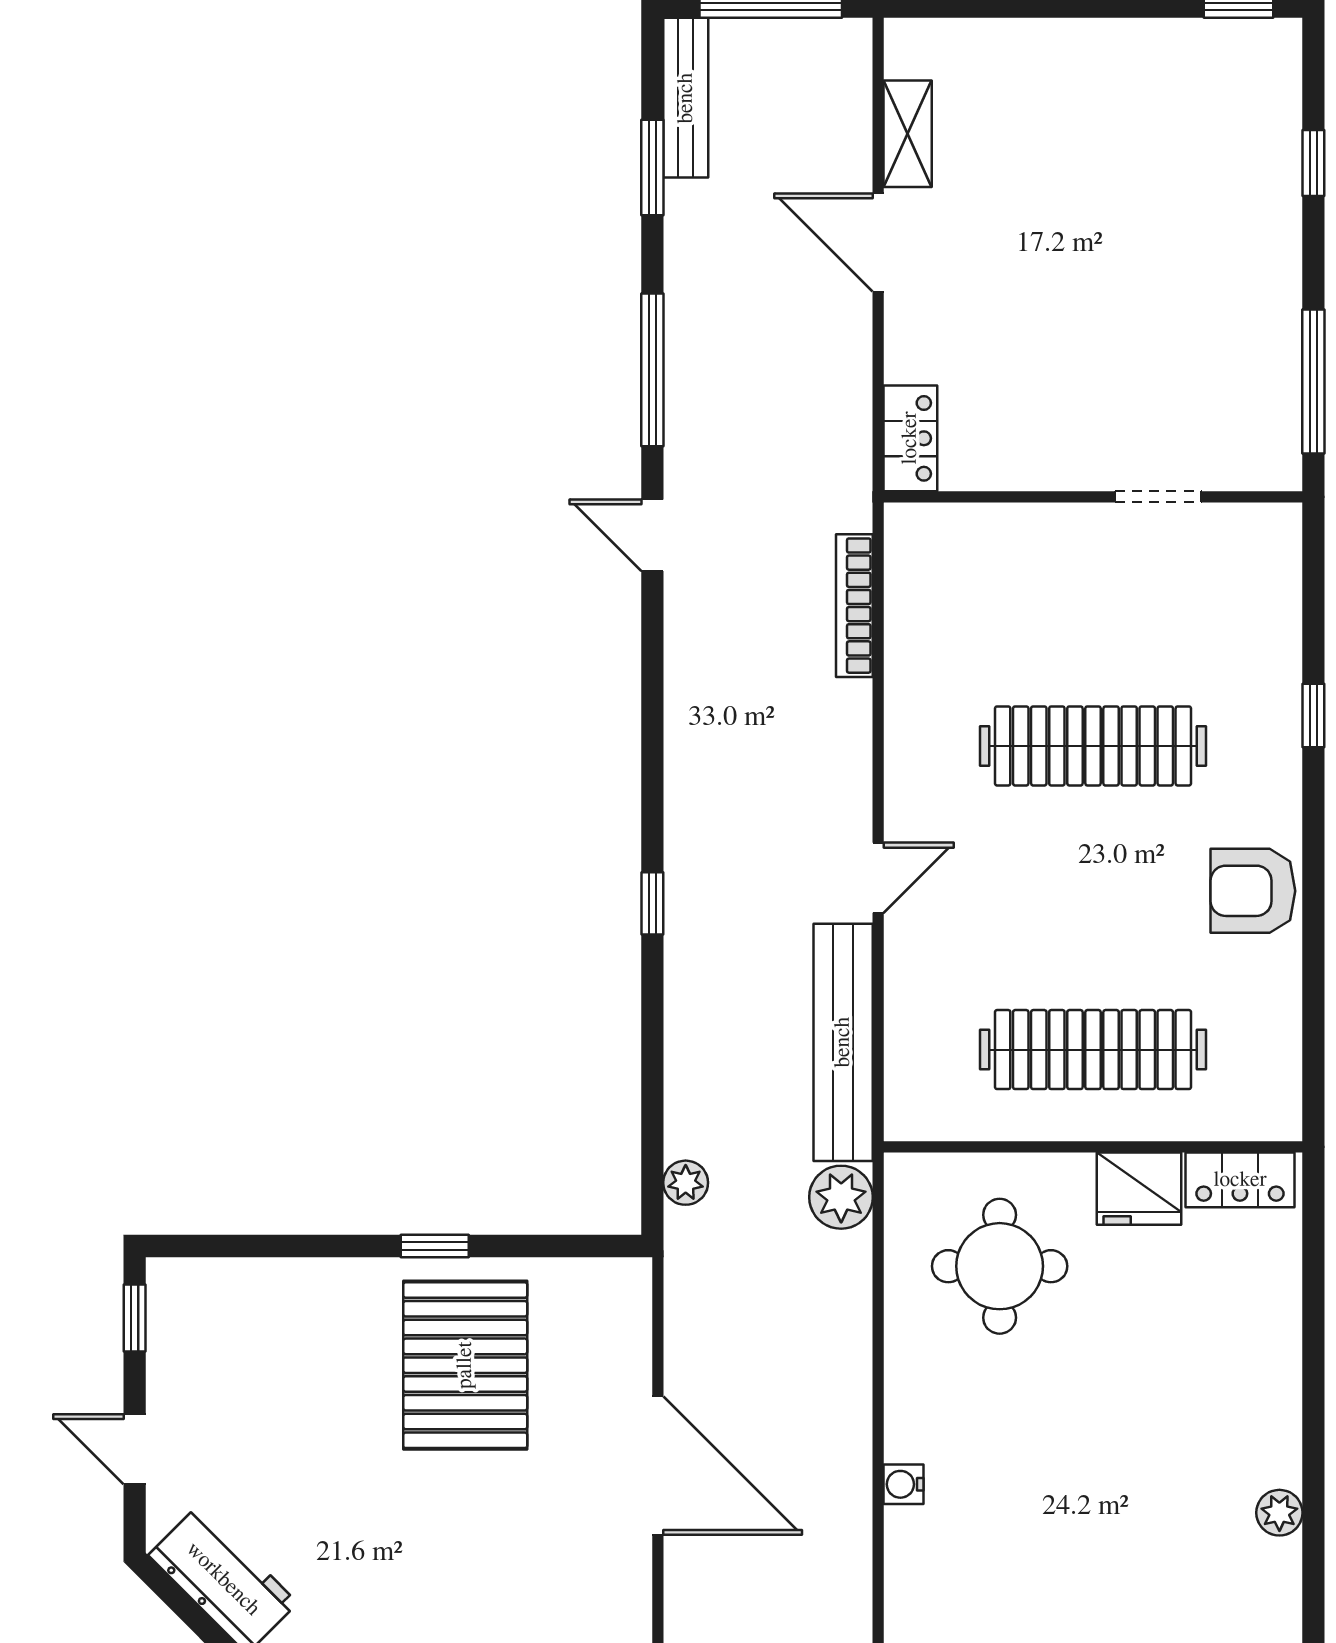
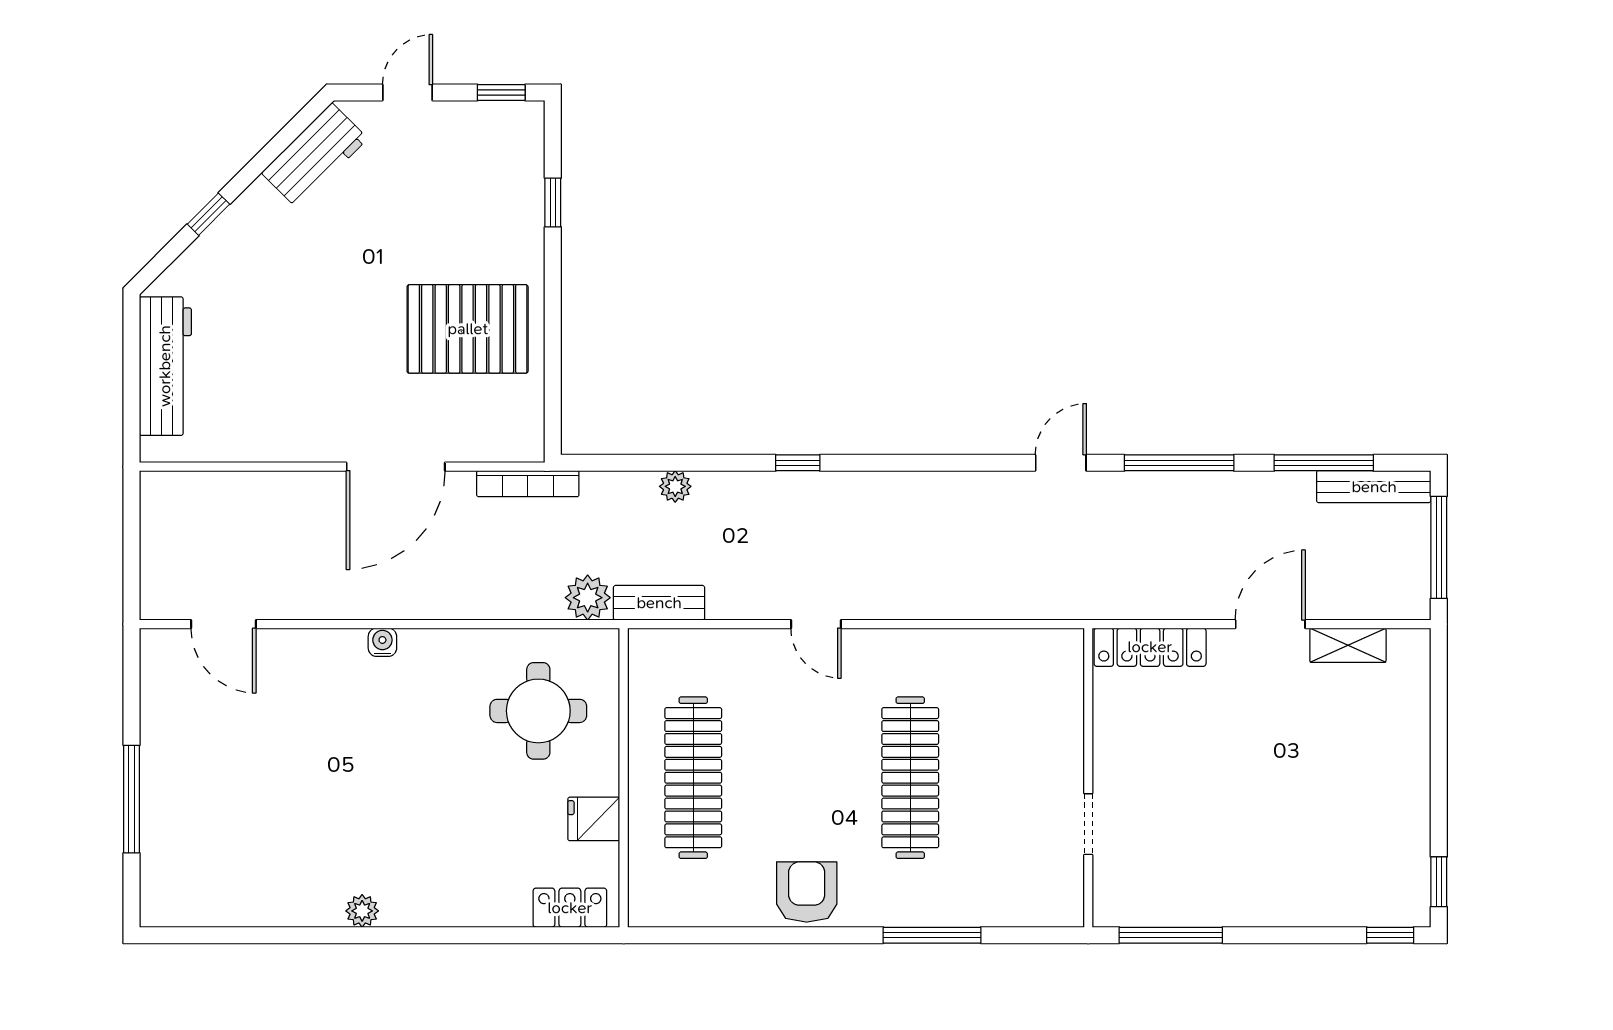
window: (1313, 163) -> (1390, 935), moved
window: (652, 168) -> (1324, 463), width x1.44
locker: (910, 438) -> (1150, 647), width x1.53
bookcase: (854, 606) -> (528, 484), moved, turned 180
window: (1313, 715) -> (932, 935), width x2.17
bench: (843, 1042) -> (659, 603), width x0.54, depth x0.82
locker: (1240, 1180) -> (570, 908), moved, turned 90
plant: (686, 1183) -> (675, 486), moved
fridge: (1139, 1189) -> (594, 819), width x0.72
window: (435, 1246) -> (553, 202), moved

